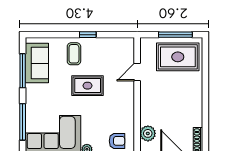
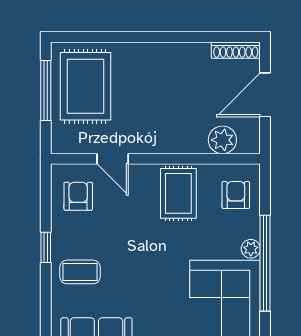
armchair: (116, 53) -> (78, 196), added
rug: (88, 86) -> (178, 193), moved

